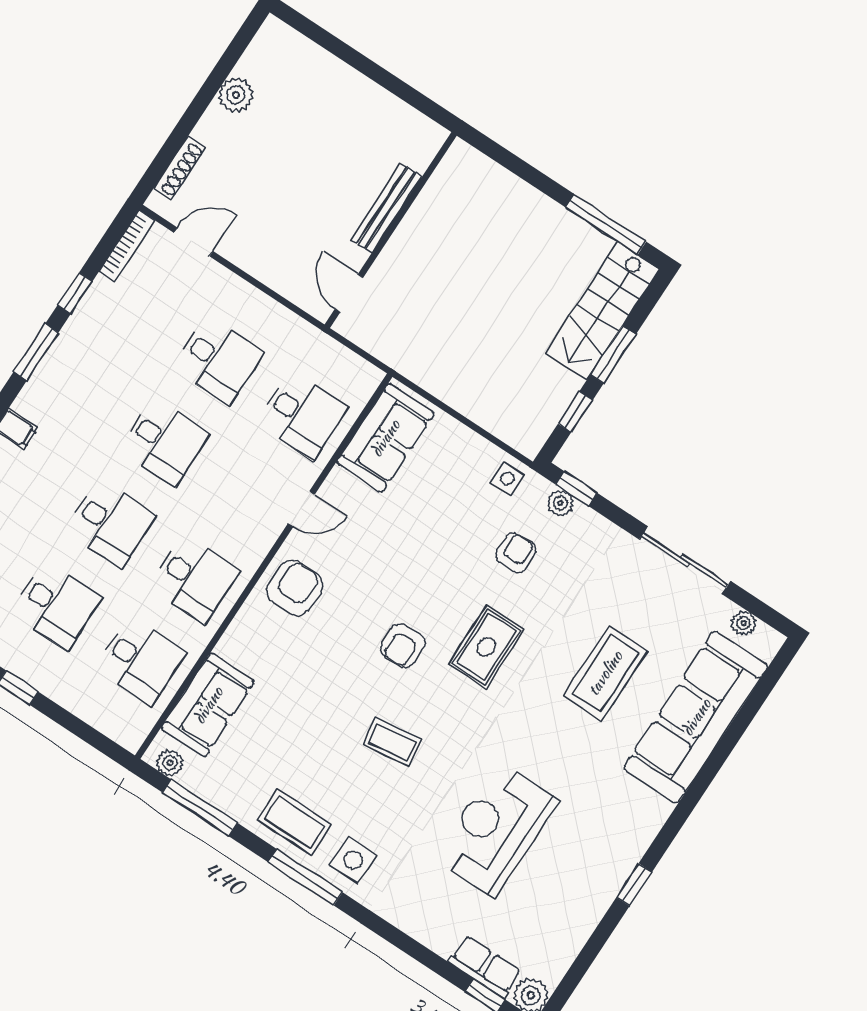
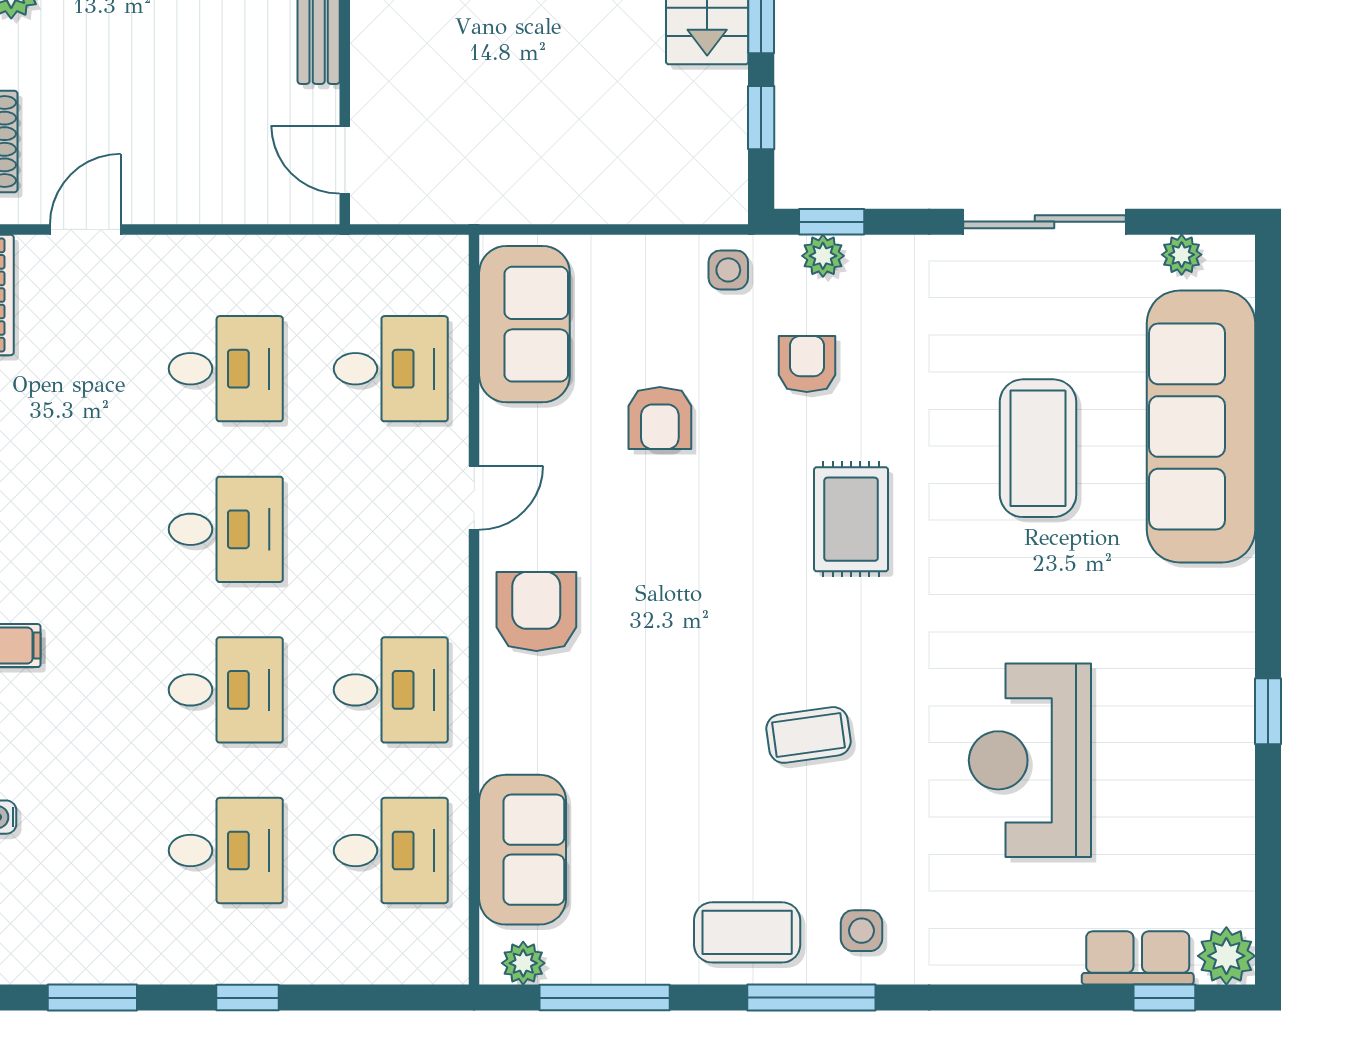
armchair: (403, 646) -> (660, 418), moved
side table: (353, 860) -> (862, 931), width x0.73, depth x0.73

